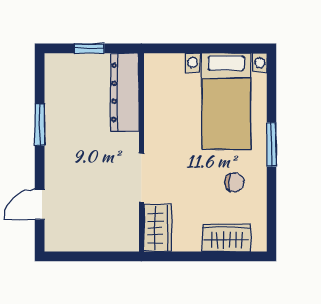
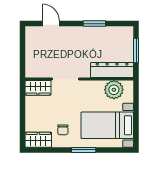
window: (89, 48) -> (136, 51), width x1.50
plant: (161, 89) -> (114, 90), added
wardrobe: (227, 238) -> (38, 140), moved, turned -90

